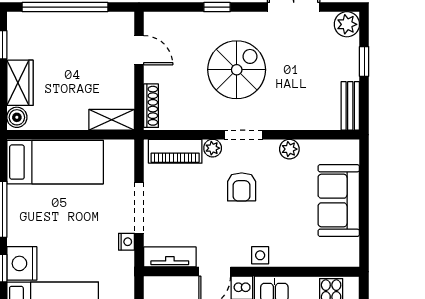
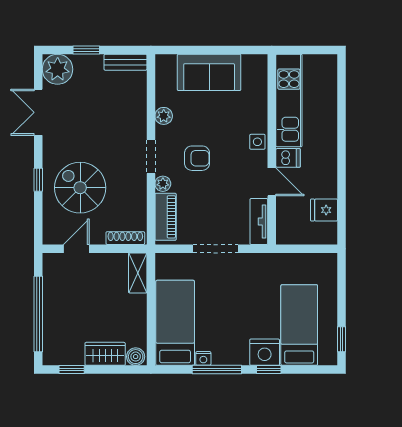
plant: (347, 24) -> (58, 69), width x1.36, depth x1.36
spiral stairs: (237, 70) -> (80, 188), moved
nightstand: (126, 242) -> (203, 358), moved, turned 180

